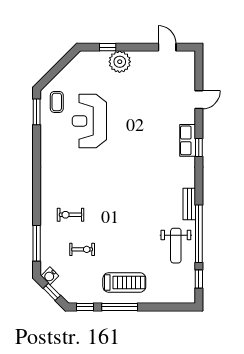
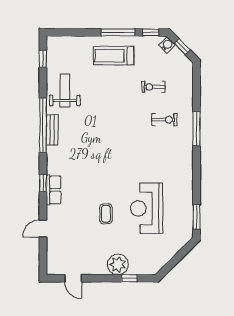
coffee table: (57, 102) -> (106, 214), moved
reception desk: (89, 121) -> (147, 208), turned 180
window: (199, 234) -> (43, 125), moved
window: (37, 243) -> (196, 129), moved
water cooler: (50, 276) -> (167, 45), moved

